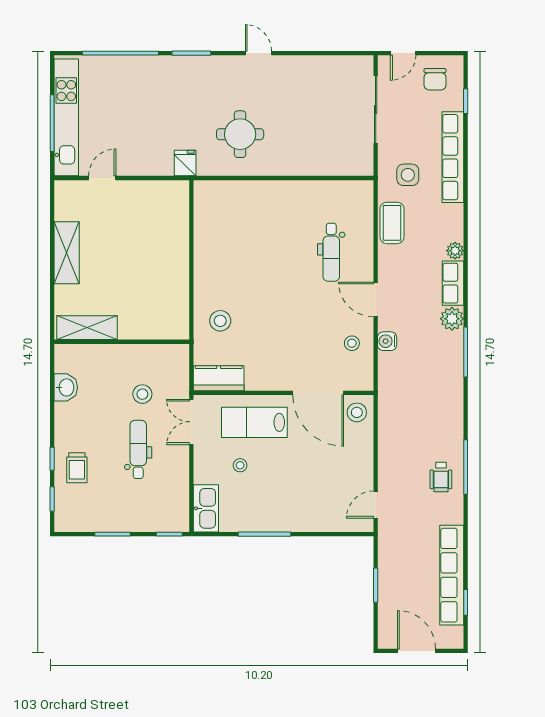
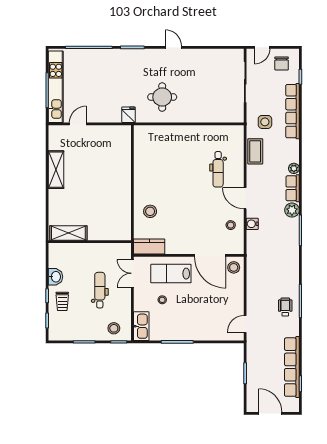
shelving: (87, 328) -> (68, 233), moved
wall: (122, 342) -> (90, 242), moved
washbasin: (66, 387) -> (55, 277), moved
stool: (142, 394) -> (114, 328), moved
wheelchair: (441, 477) -> (285, 307), turned 180

